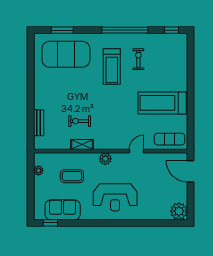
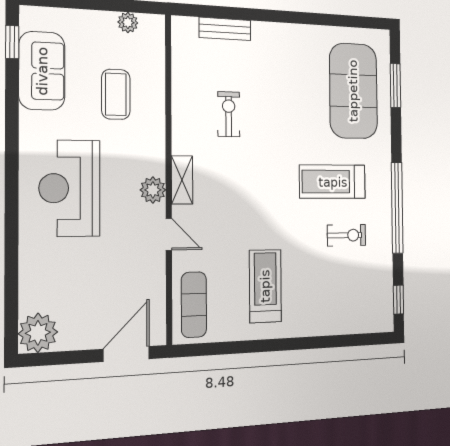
treadmill: (162, 103) -> (265, 286), width x0.73, depth x0.73
shelving: (82, 145) -> (182, 180), moved
plant: (105, 159) -> (153, 190), moved

